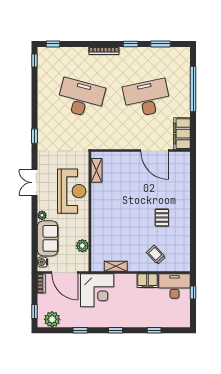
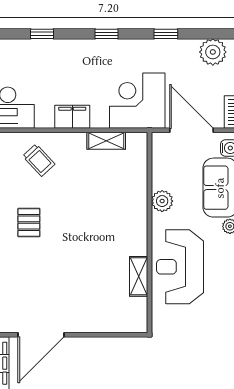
door: (155, 151) -> (41, 335), swing flipped
shelving: (96, 170) -> (139, 276), moved
plant: (82, 246) -> (162, 201), moved
filing cabinet: (147, 281) -> (72, 117), moved

